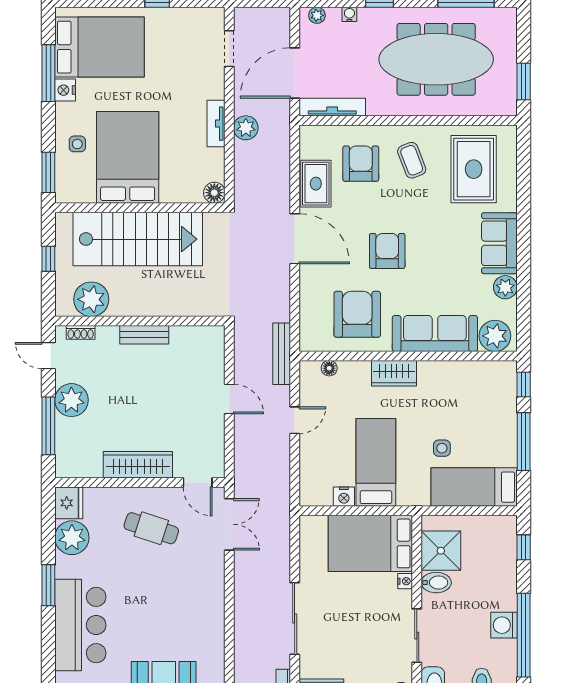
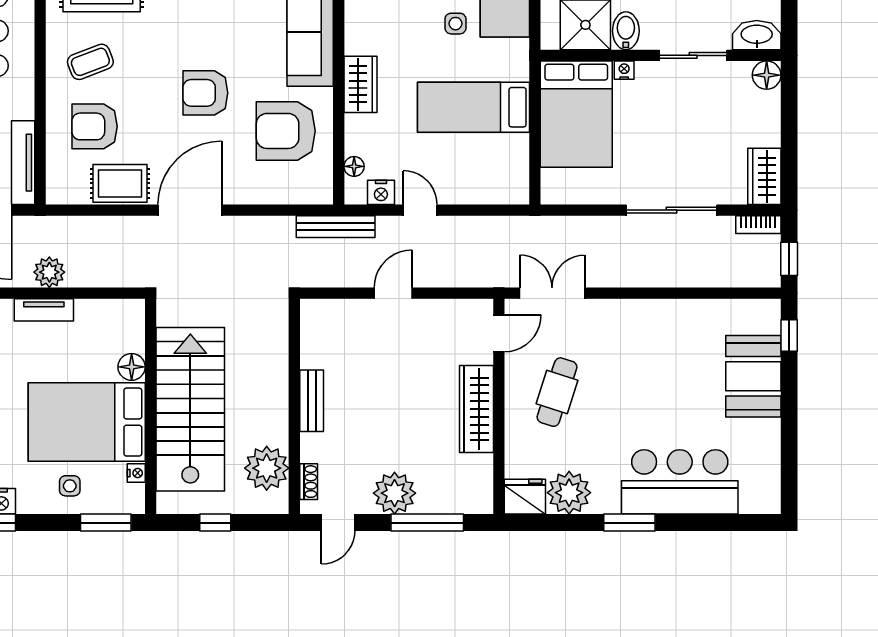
floor lamp: (214, 193) -> (132, 367), moved
nightstand: (87, 196) -> (136, 473), added
nightstand: (344, 497) -> (381, 192), moved, turned 90

